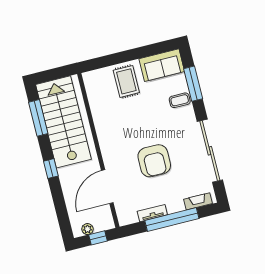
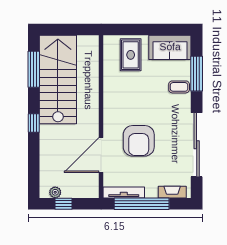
wall: (98, 150) -> (101, 117), moved
door: (107, 187) -> (101, 155), moved
tv unit: (152, 213) -> (124, 192), width x1.41

